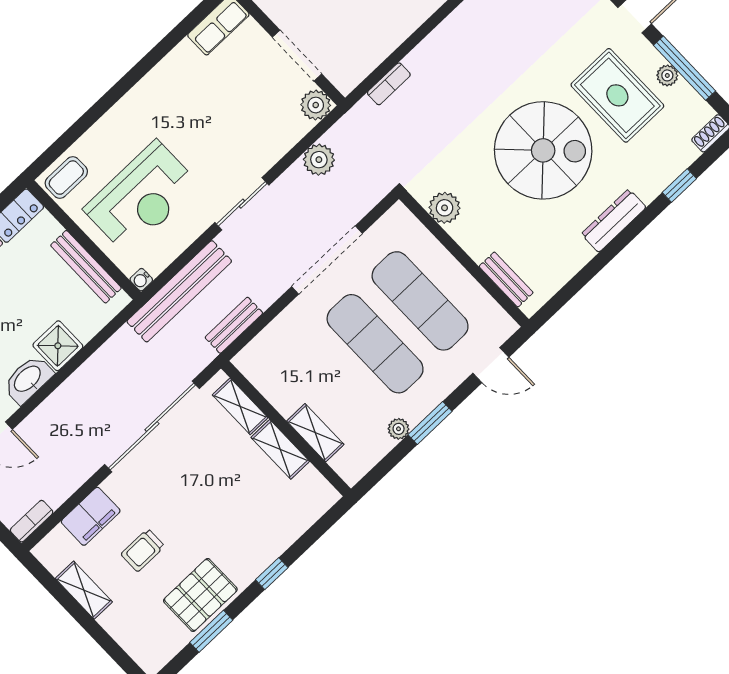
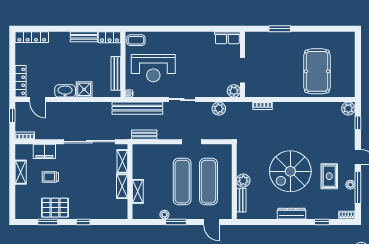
rug: (617, 95) -> (329, 176), width x0.73, depth x0.70
spiral stairs: (543, 150) -> (290, 171), turned 90
plant: (445, 208) -> (243, 181), moved
doorway: (327, 260) -> (192, 142), width x0.53

